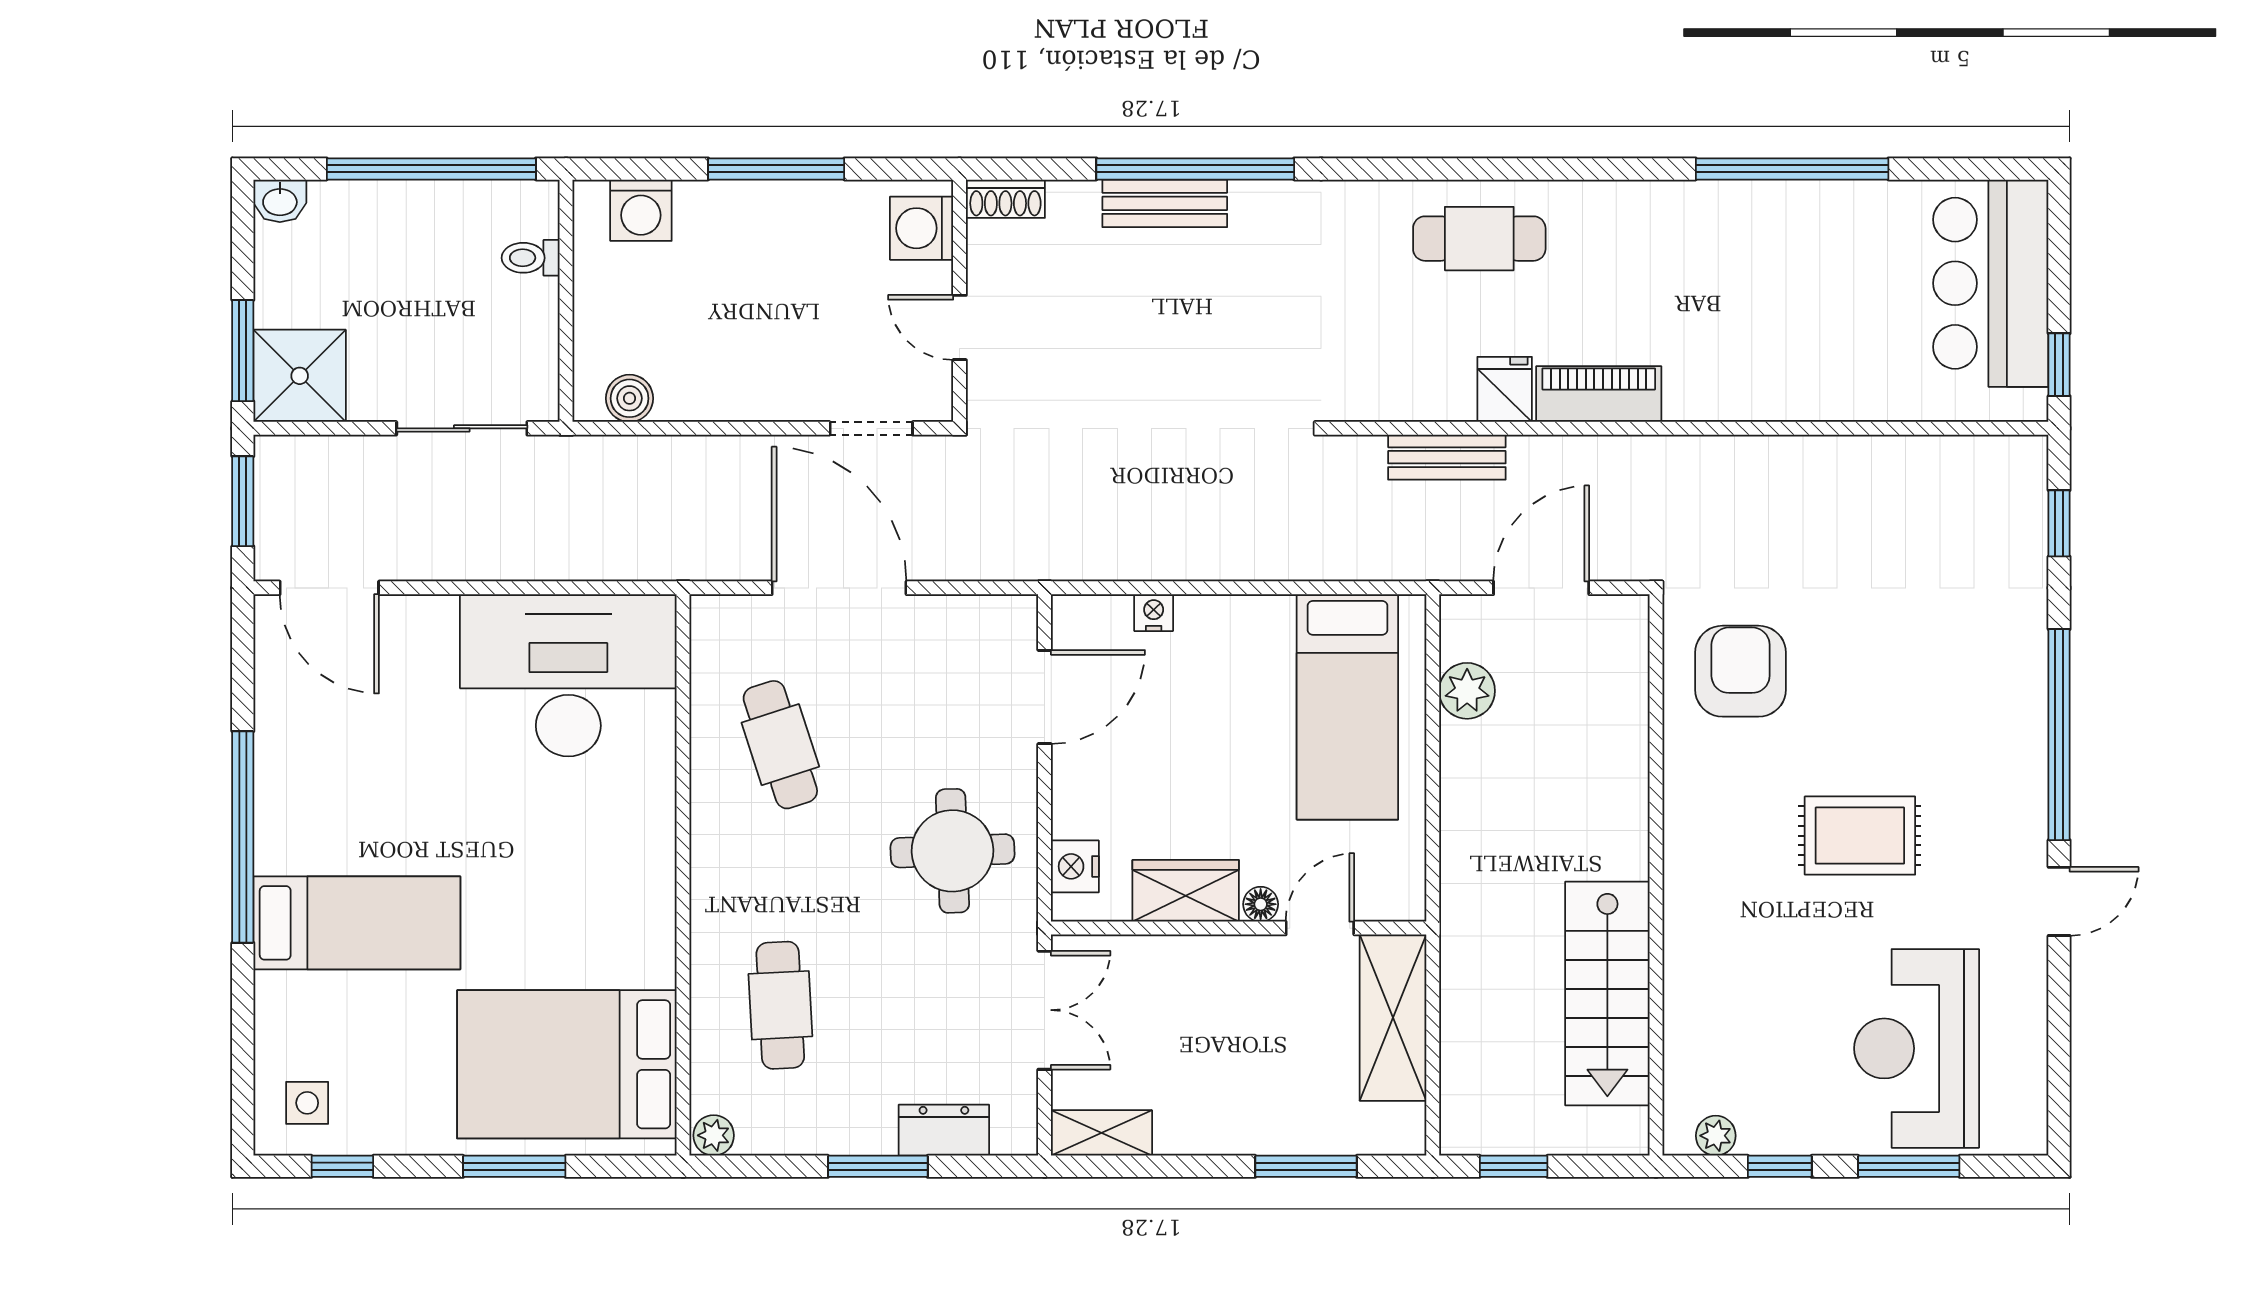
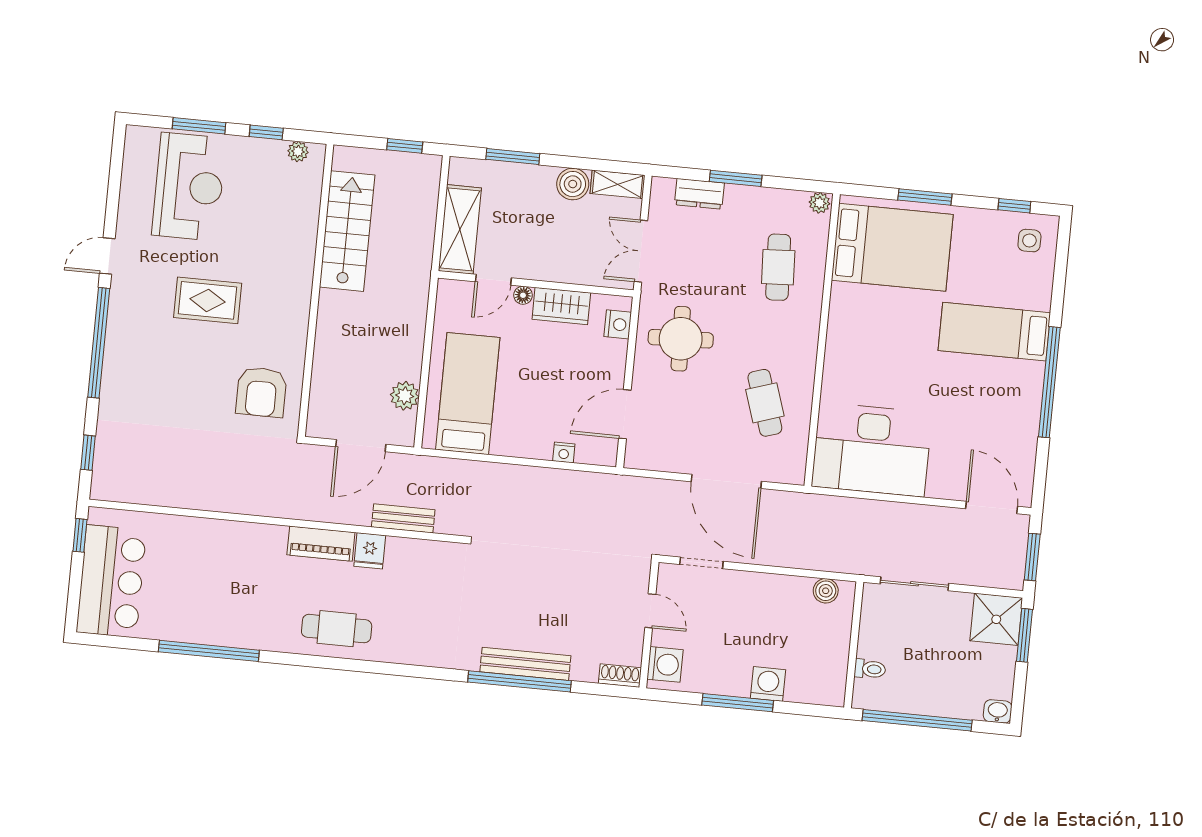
bench: (1165, 203) -> (525, 664), width x1.36
washing machine: (641, 210) -> (768, 684), moved
cafe table: (1479, 239) -> (337, 629), moved
boiler: (1187, 1125) -> (573, 184), added

